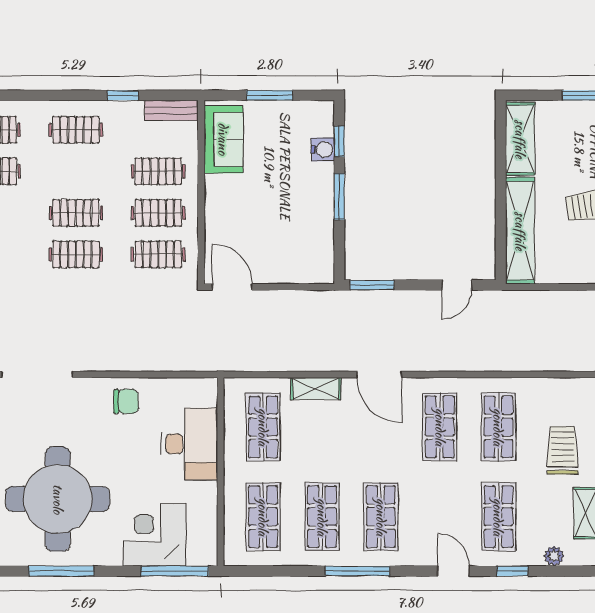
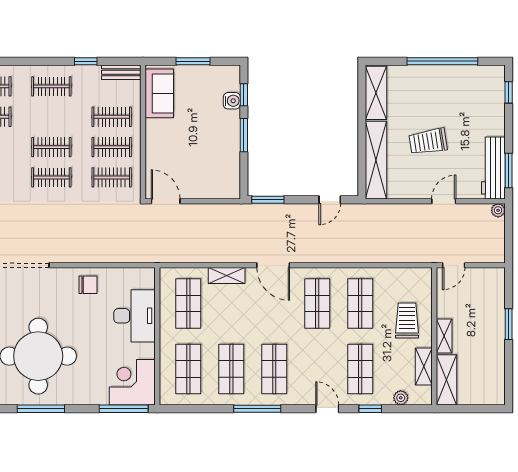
corner desk: (155, 535) -> (132, 382), moved

